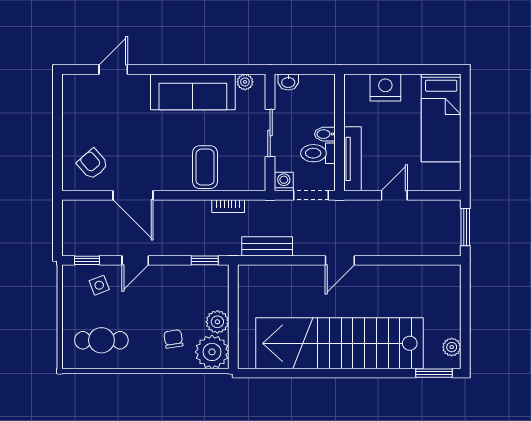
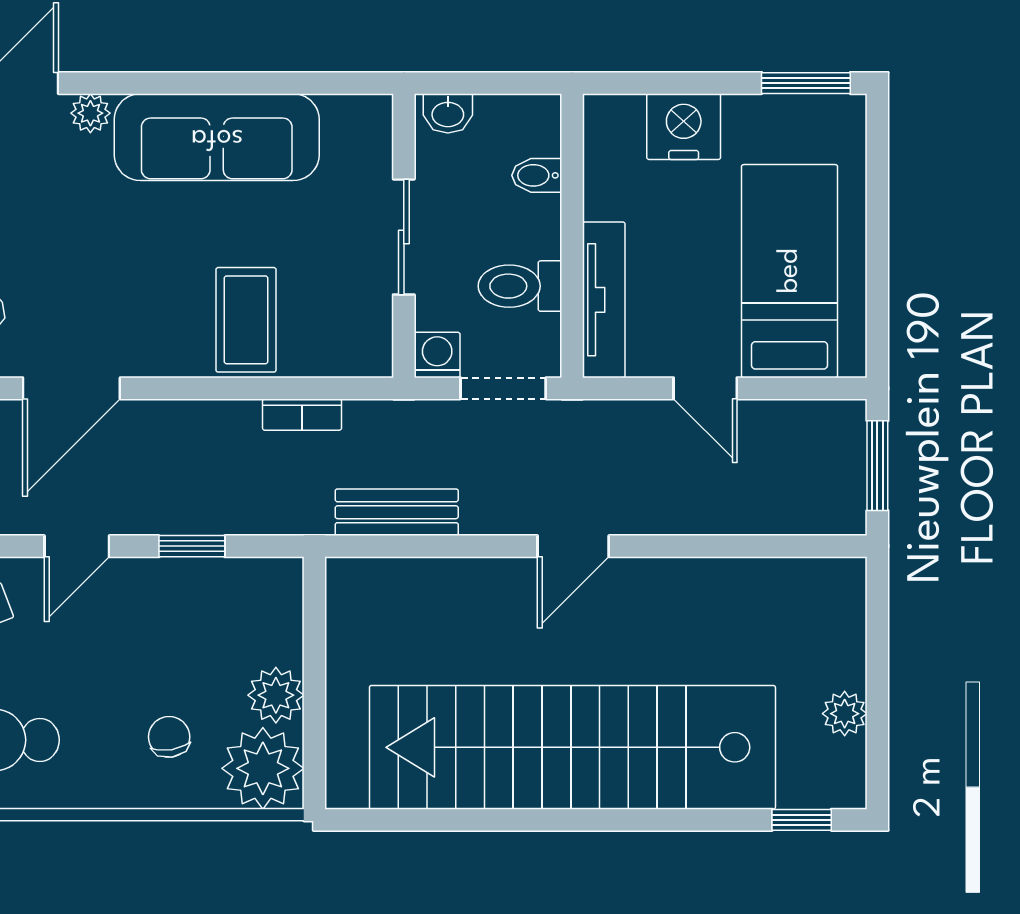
window: (436, 70) -> (806, 83), added
plant: (245, 82) -> (90, 113), moved
bed: (441, 118) -> (790, 271), moved, turned 180
bidet: (325, 134) -> (537, 175), moved
door: (133, 195) -> (71, 388), hinge flipped
door: (394, 195) -> (705, 388), swing flipped
window: (205, 260) -> (192, 546), moved
plant: (452, 347) -> (845, 714), moved
window: (434, 373) -> (802, 820), width x0.67

